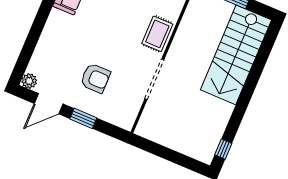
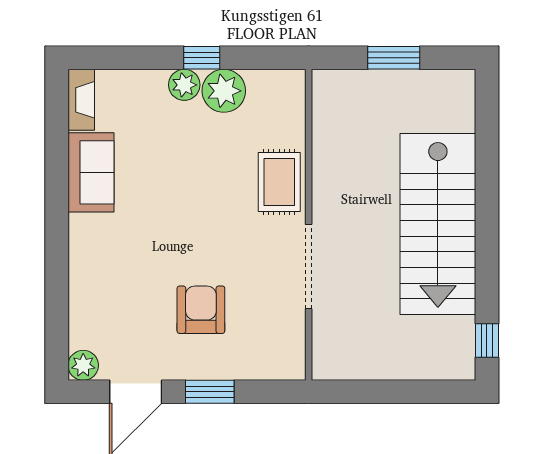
stairs: (236, 55) -> (438, 224), moved
armchair: (95, 78) -> (201, 310), turned -90

